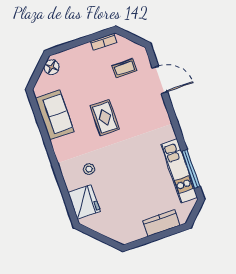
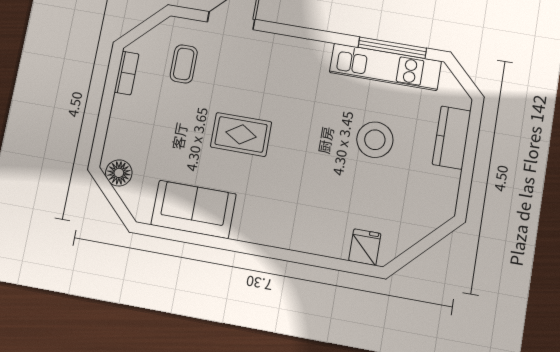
stool: (89, 169) -> (375, 140), moved, width x1.89, depth x1.89
fridge: (84, 202) -> (365, 247), width x0.53, depth x0.75

